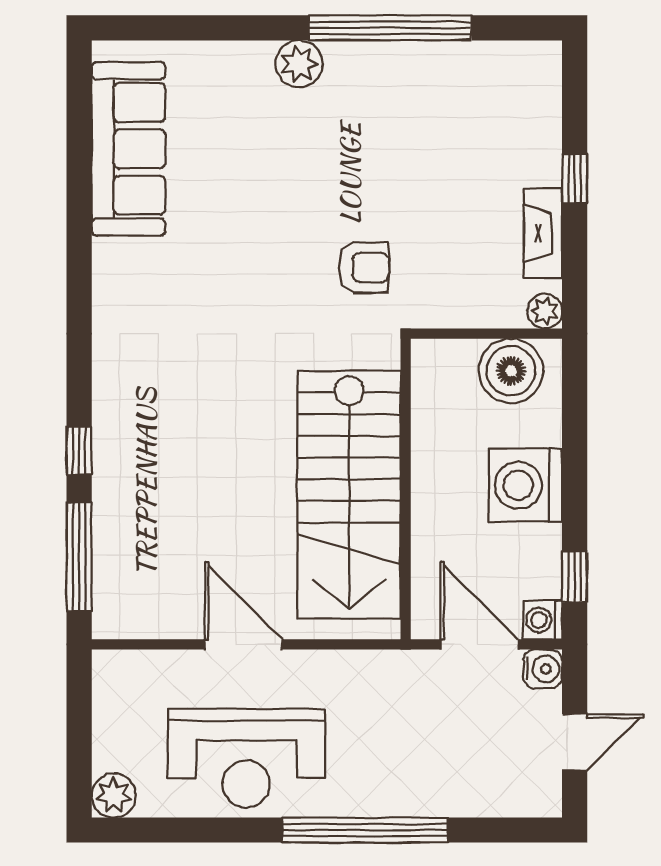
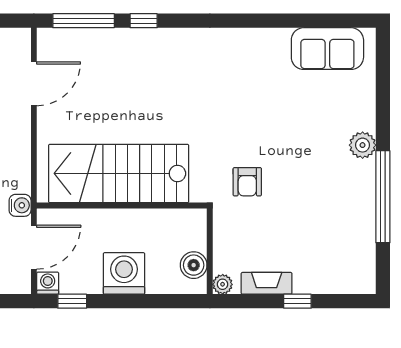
sofa: (128, 149) -> (327, 49), width x0.73
boiler: (511, 371) -> (194, 265), width x0.73, depth x0.73
door: (244, 644) -> (34, 84), moved
water cooler: (543, 669) -> (20, 205), moved, turned -90

